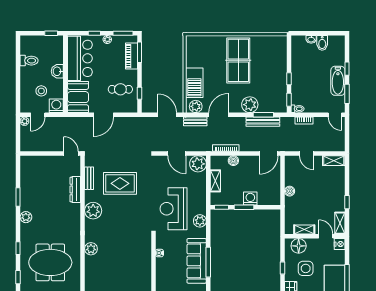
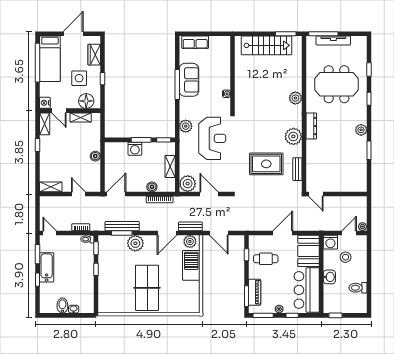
dresser: (75, 190) -> (311, 126), moved
sofa: (197, 261) -> (189, 80), width x0.73

